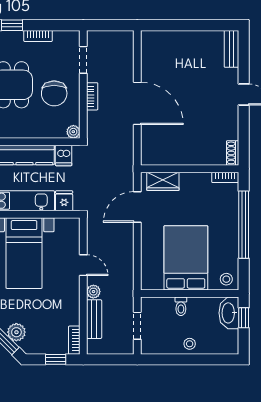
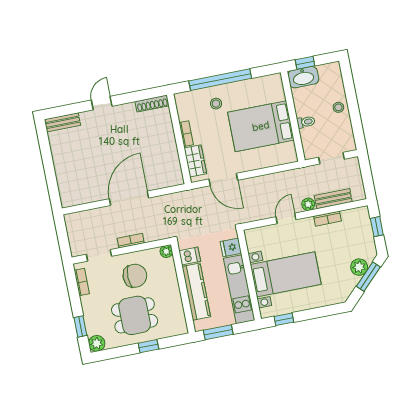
bookcase: (38, 36) -> (82, 282), moved
shoe rack: (233, 153) -> (152, 104), width x1.43
bookcase: (225, 177) -> (186, 134), moved
stool: (226, 279) -> (216, 104), moved
bookcase: (74, 340) -> (327, 219), moved

